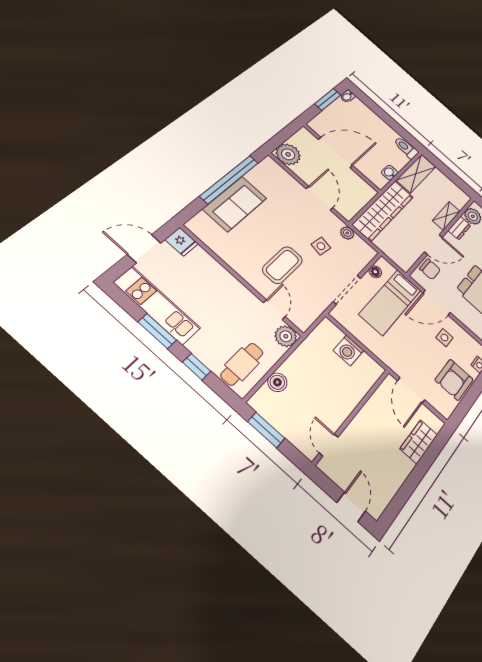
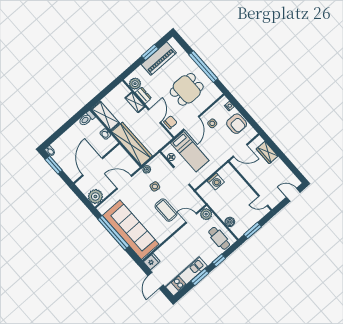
sofa: (235, 204) -> (131, 230), width x1.85, depth x1.27

